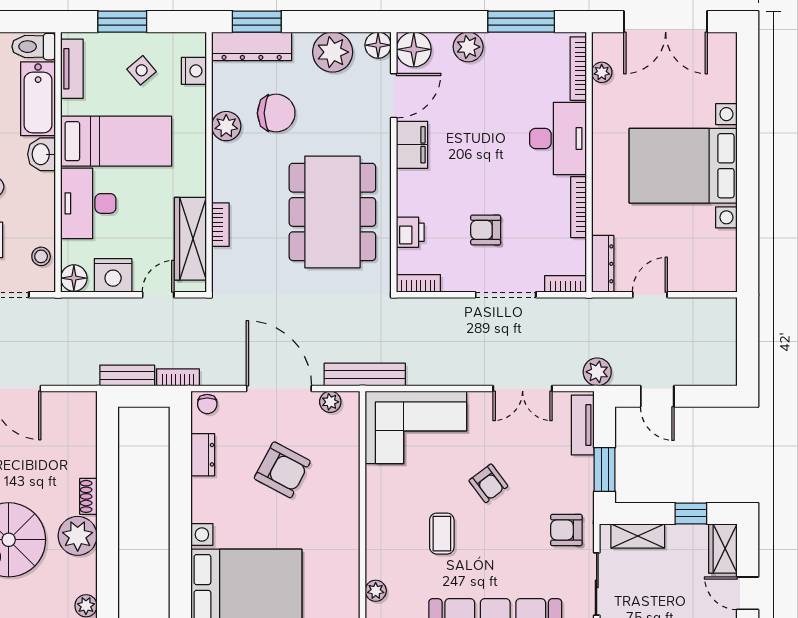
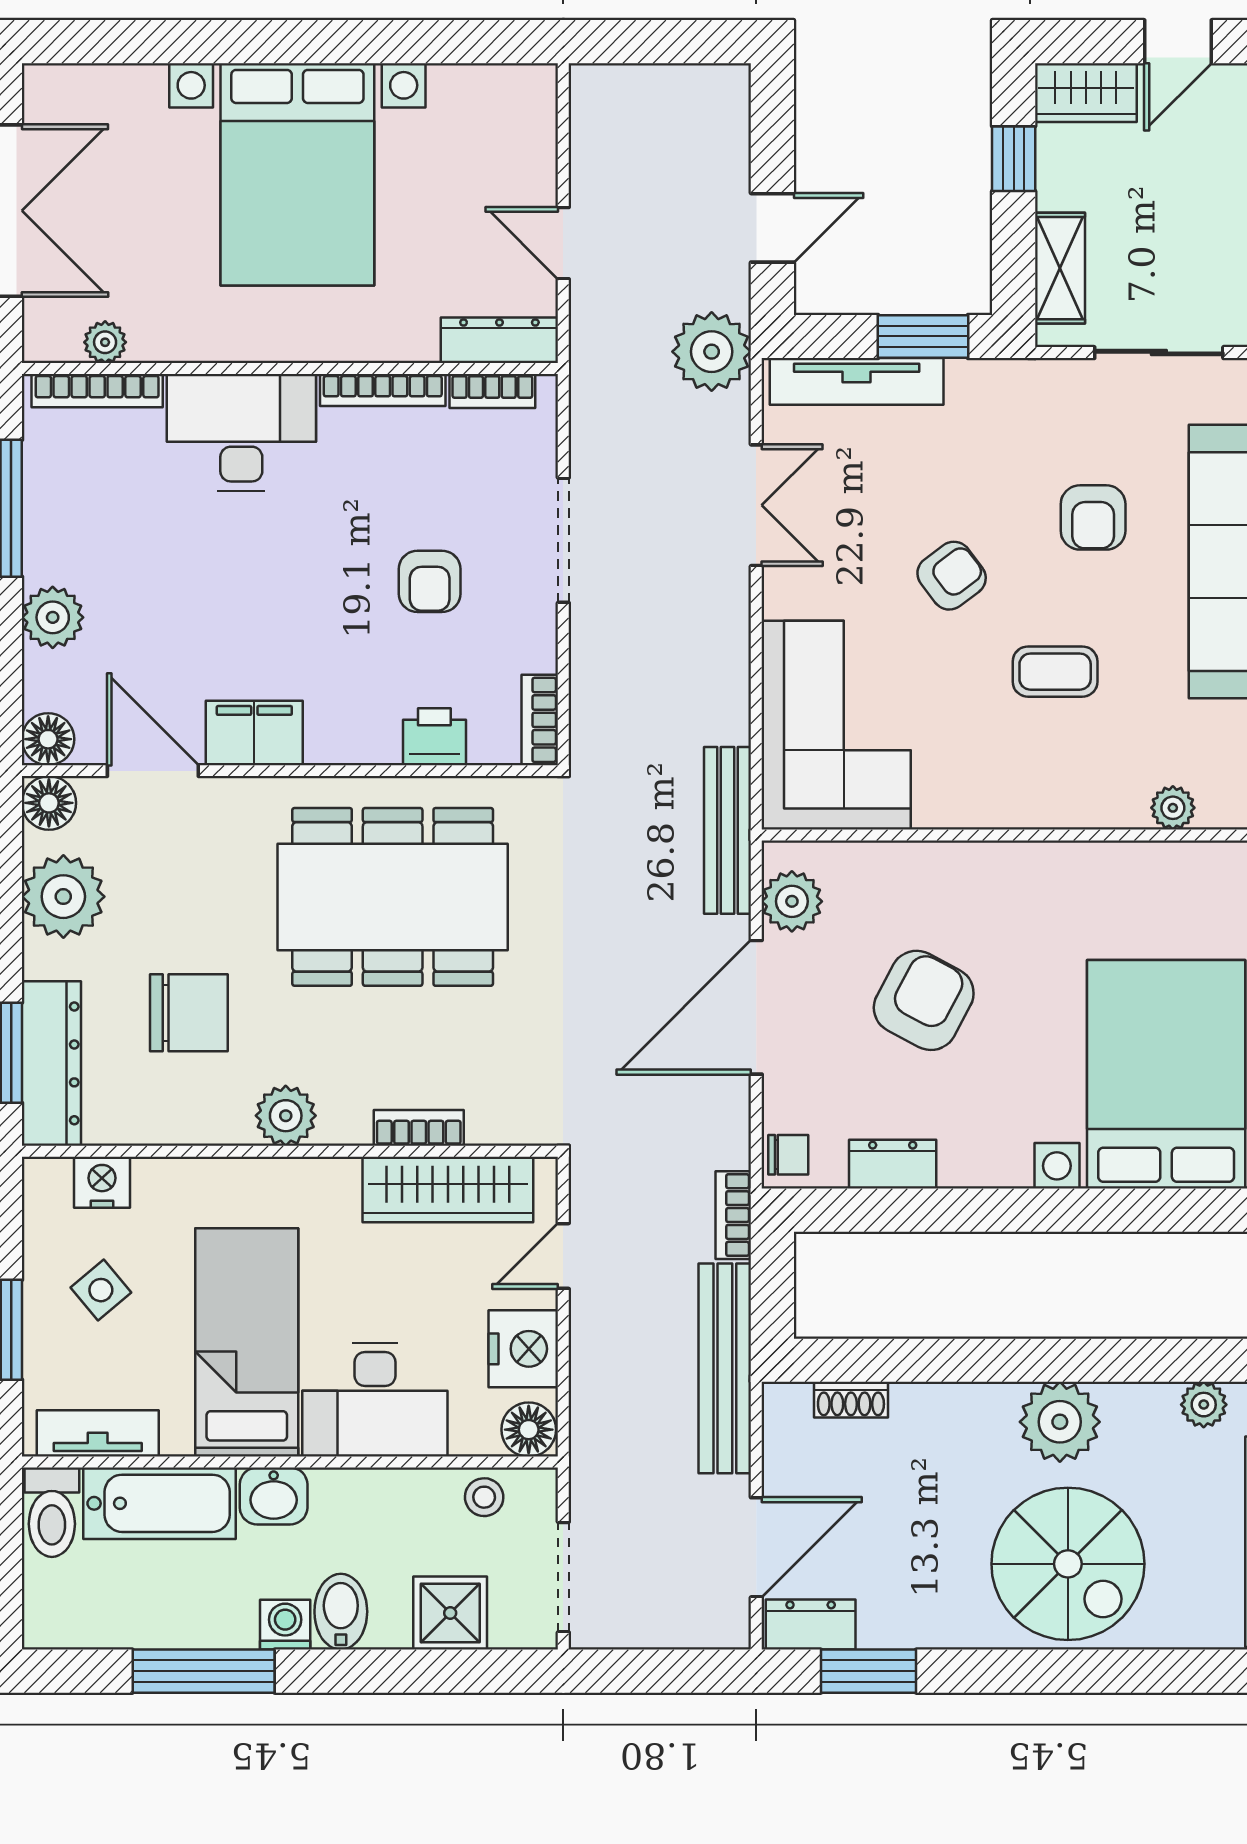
floor lamp: (414, 49) -> (48, 739), width x0.73, depth x0.73
chair: (276, 113) -> (189, 1013), turned 90
plant: (226, 126) -> (286, 1116), moved
bookcase: (565, 284) -> (492, 391), moved, turned -90
door: (158, 295) -> (563, 1256), hinge flipped
plant: (597, 372) -> (712, 352), width x1.36, depth x1.36
bench: (127, 375) -> (725, 1368), width x1.86, depth x1.21
plant: (330, 402) -> (792, 901), width x1.38, depth x1.38
tv unit: (583, 425) -> (857, 381), width x1.41
shoe rack: (88, 496) -> (851, 1400), moved
armchair: (566, 530) -> (1093, 517), moved

